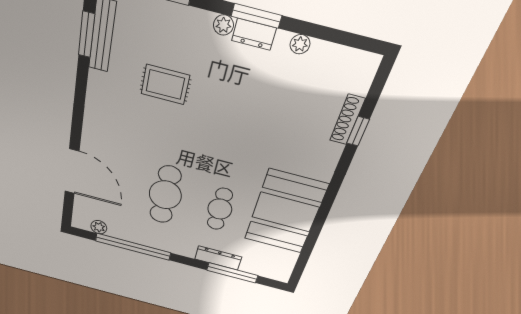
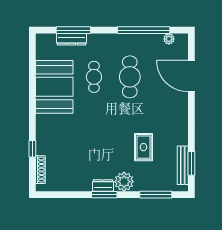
plant: (223, 25) -> (124, 182), width x1.87, depth x1.87
plant: (300, 44) -> (78, 186), removed
rug: (165, 85) -> (143, 147), turned 90
shoe rack: (347, 120) -> (40, 170), moved
dresser: (218, 258) -> (72, 39), moved

